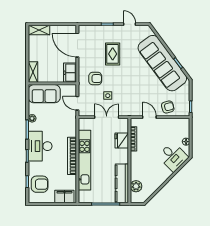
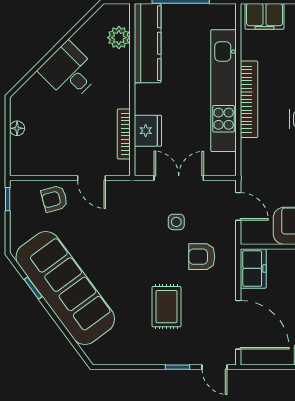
door: (130, 24) -> (215, 367), moved
double door: (107, 117) -> (179, 178), swing flipped
desk: (173, 157) -> (69, 72), moved

